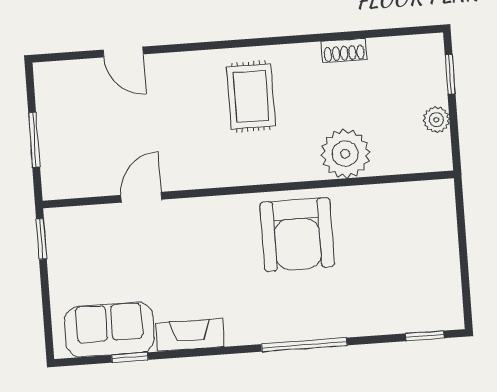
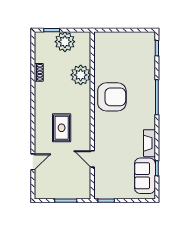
rug: (251, 96) -> (62, 128), moved, turned 90
plant: (436, 120) -> (65, 42), width x1.87, depth x1.87

